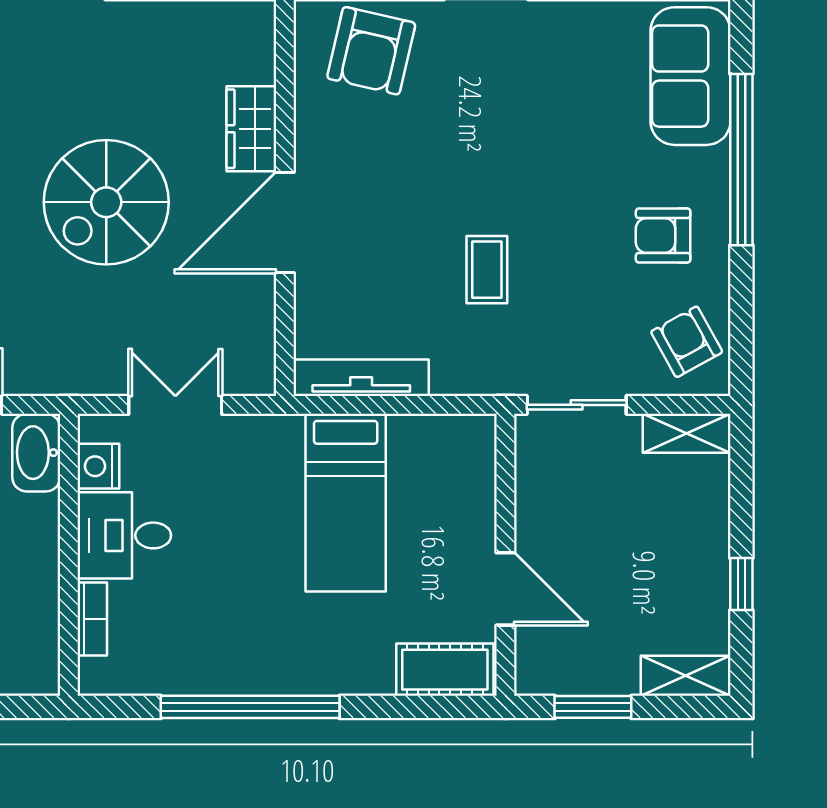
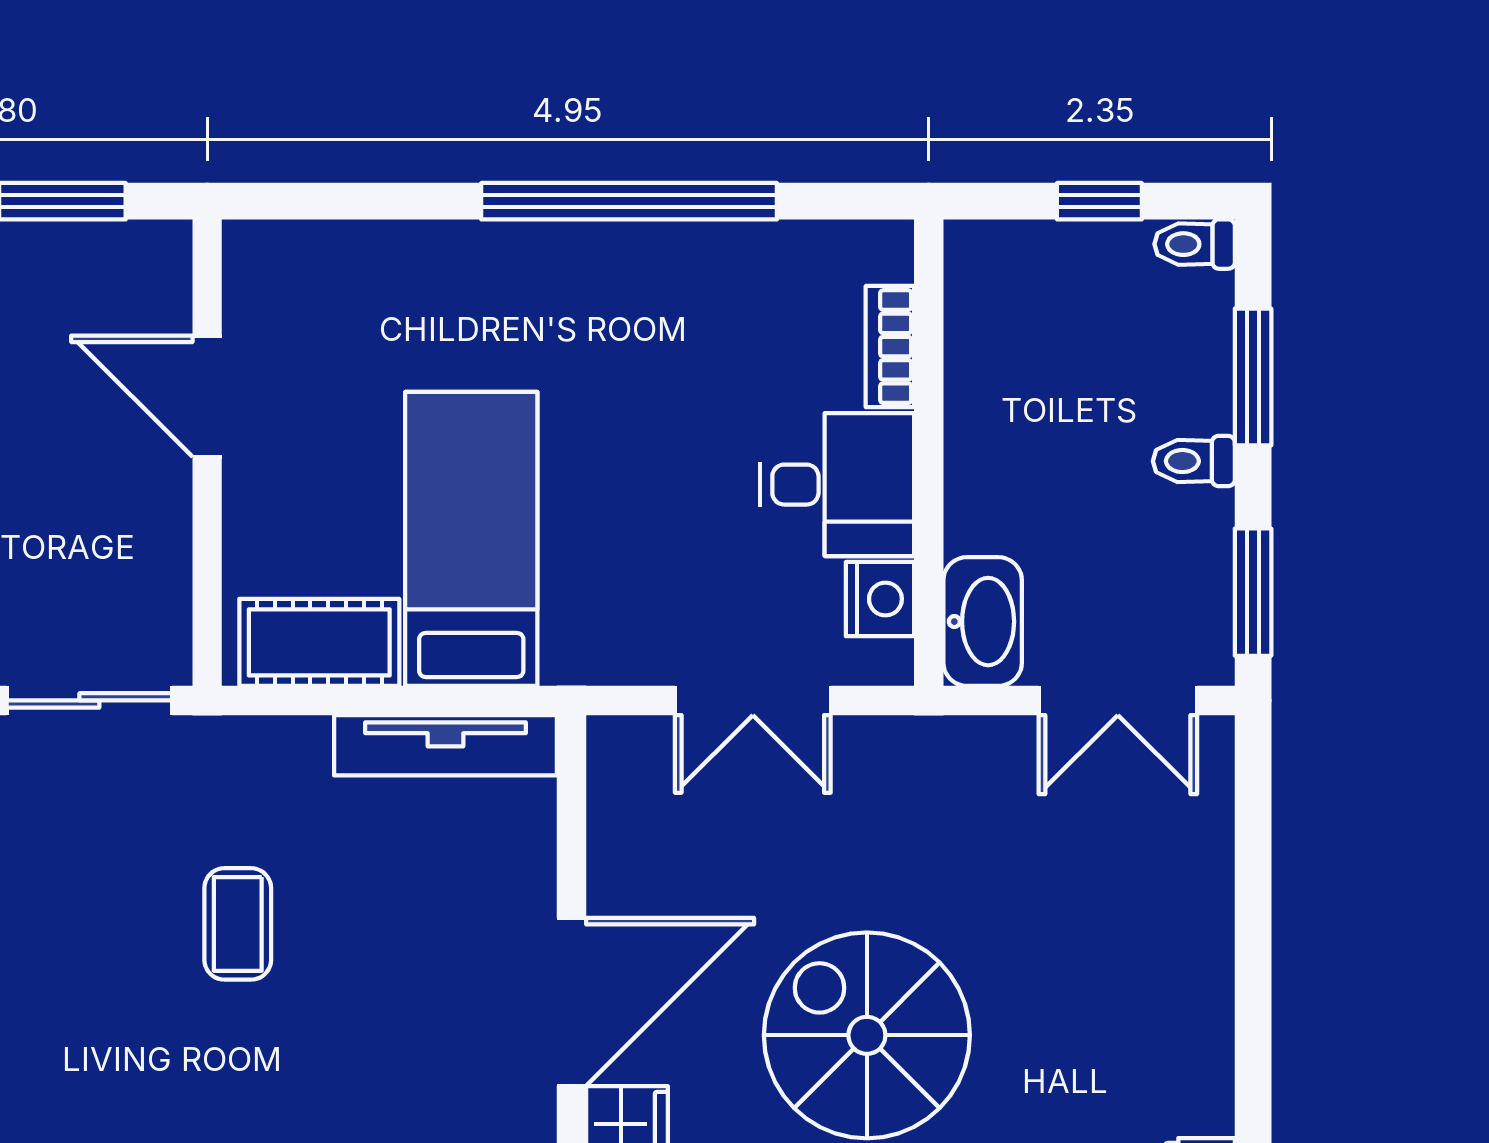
spiral stairs: (106, 202) -> (867, 1035), turned -90
cot: (445, 670) -> (319, 642), moved

